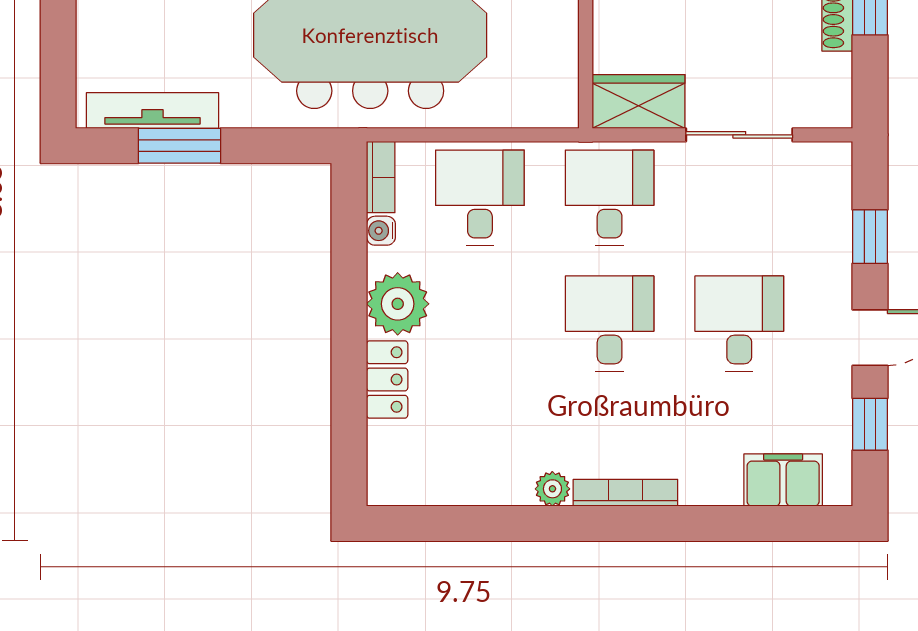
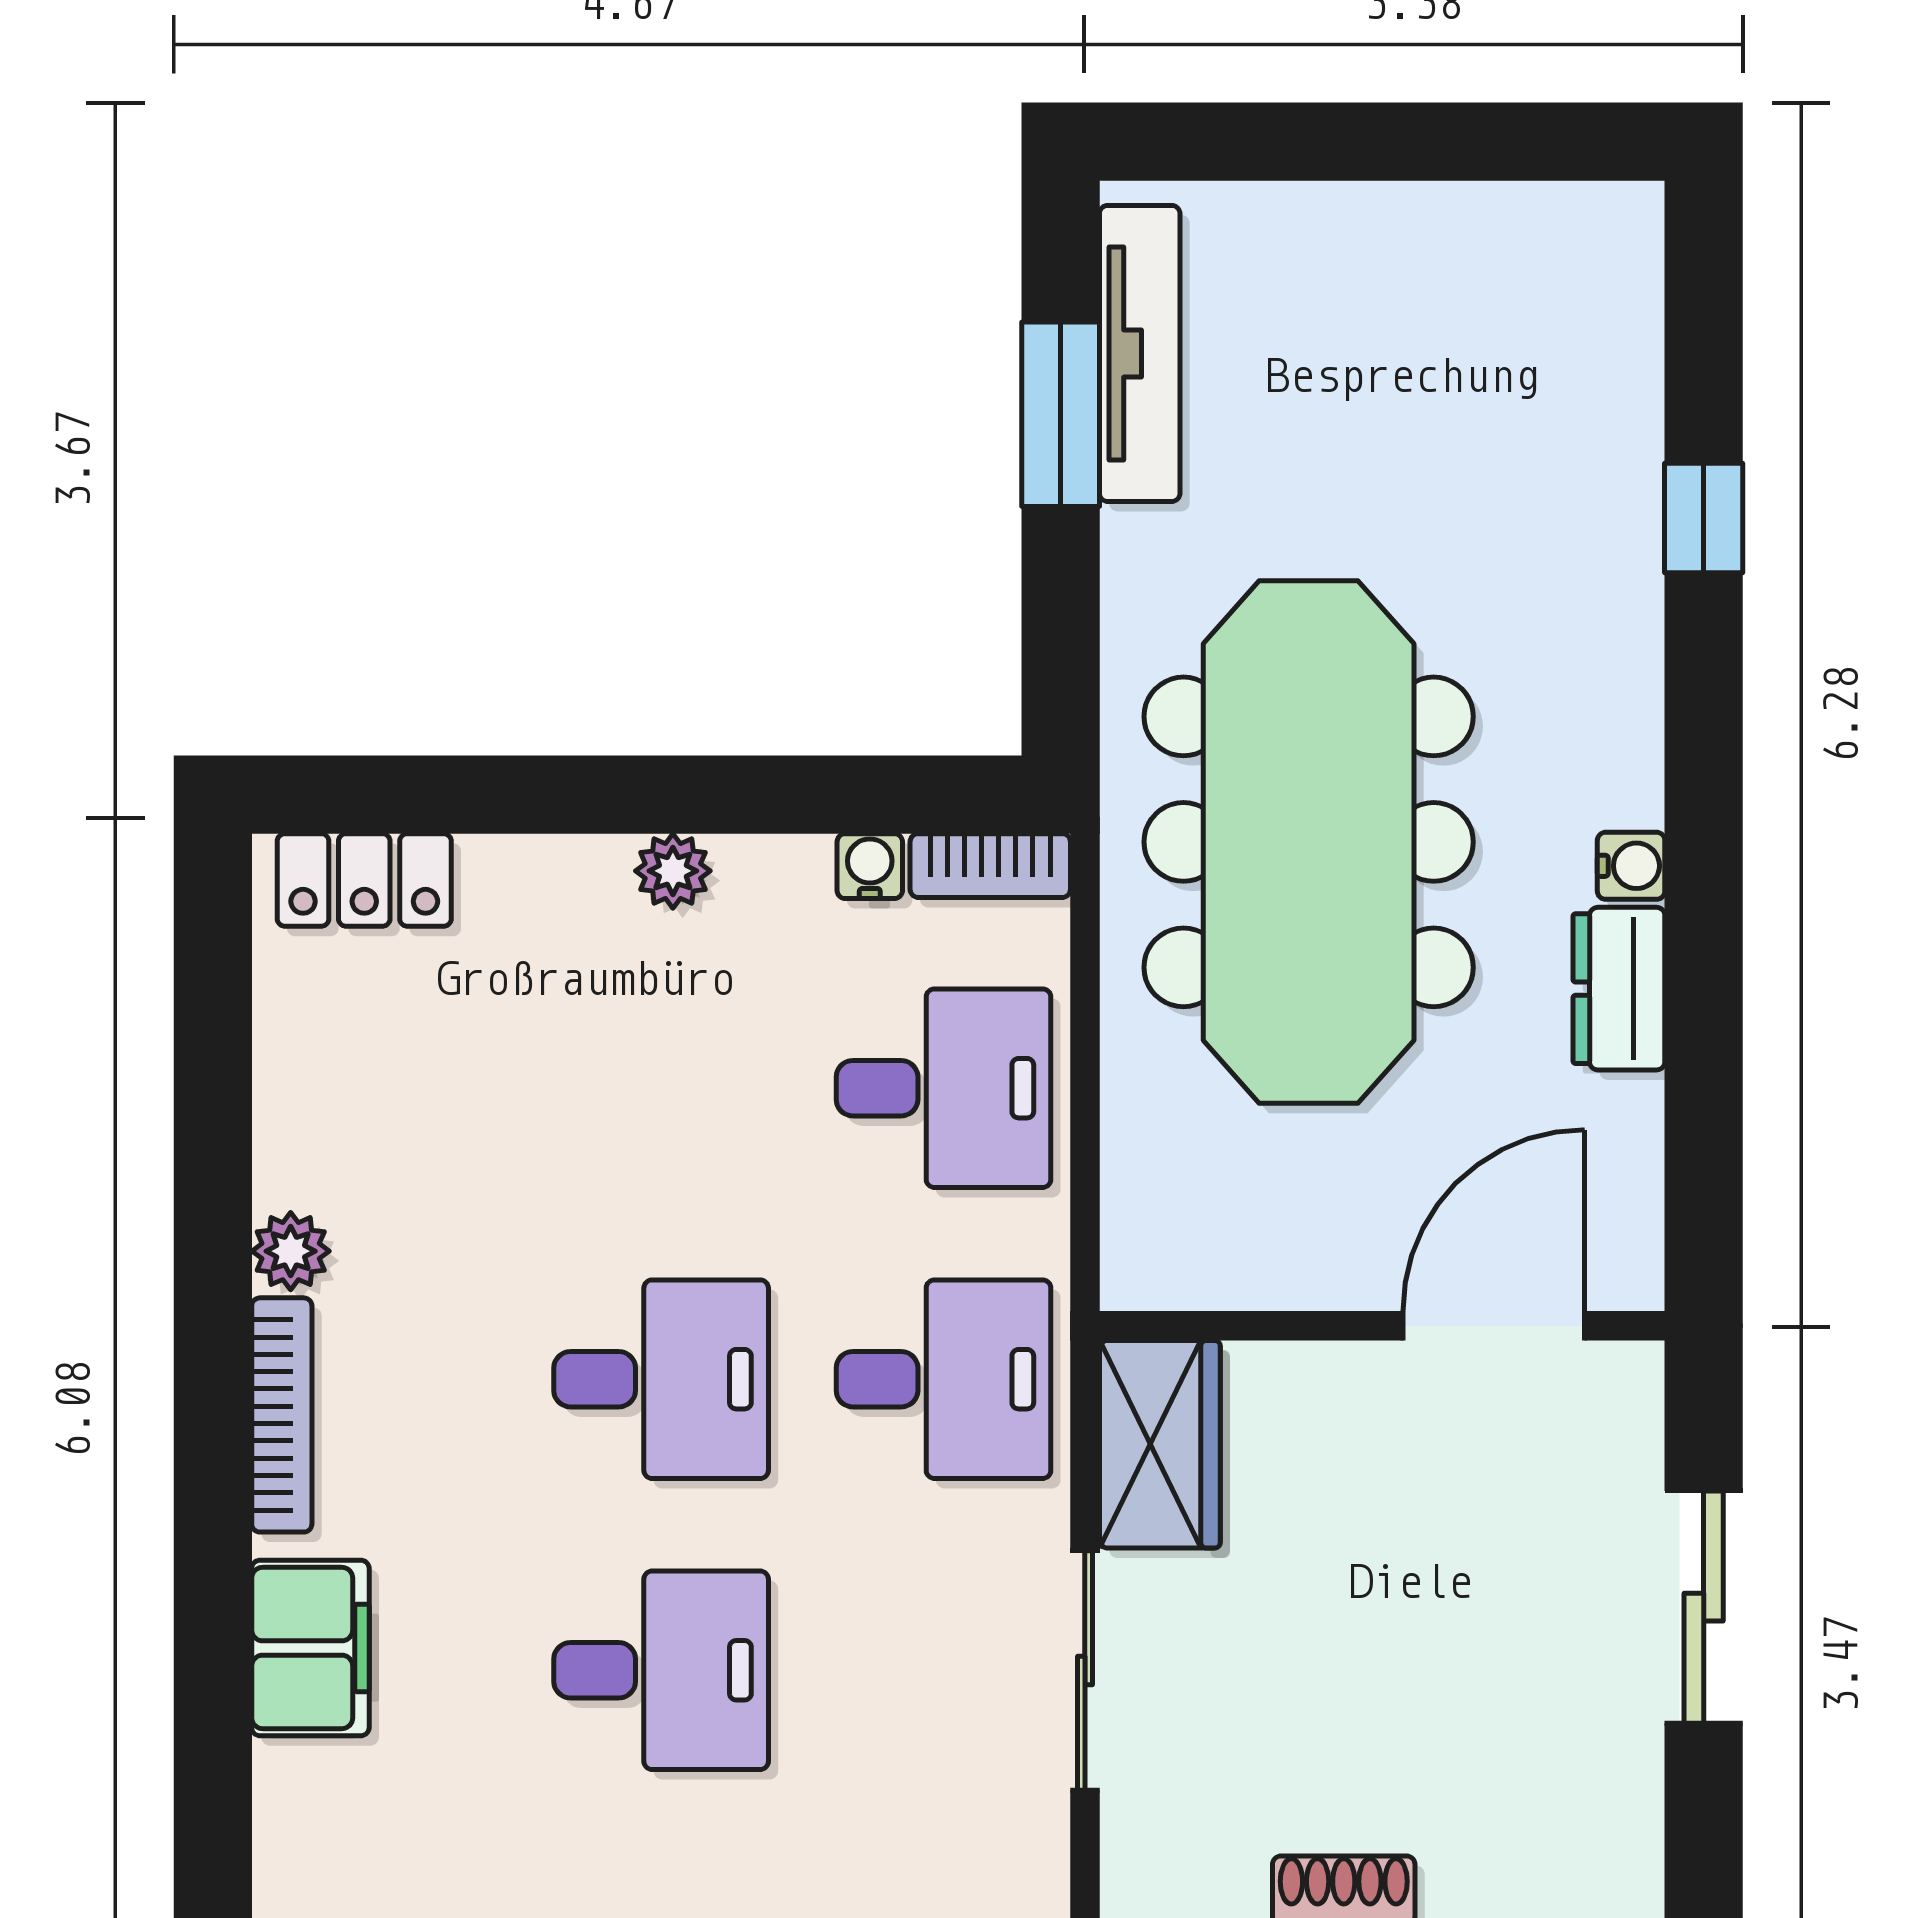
plant: (398, 304) -> (673, 871), width x0.53, depth x0.53
locker: (387, 380) -> (364, 880), moved
filing cabinet: (783, 480) -> (310, 1648), moved

